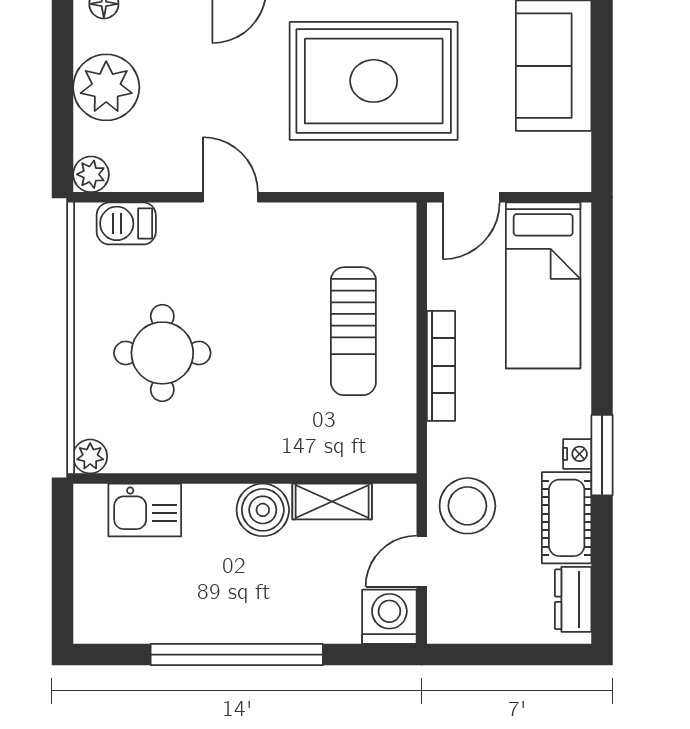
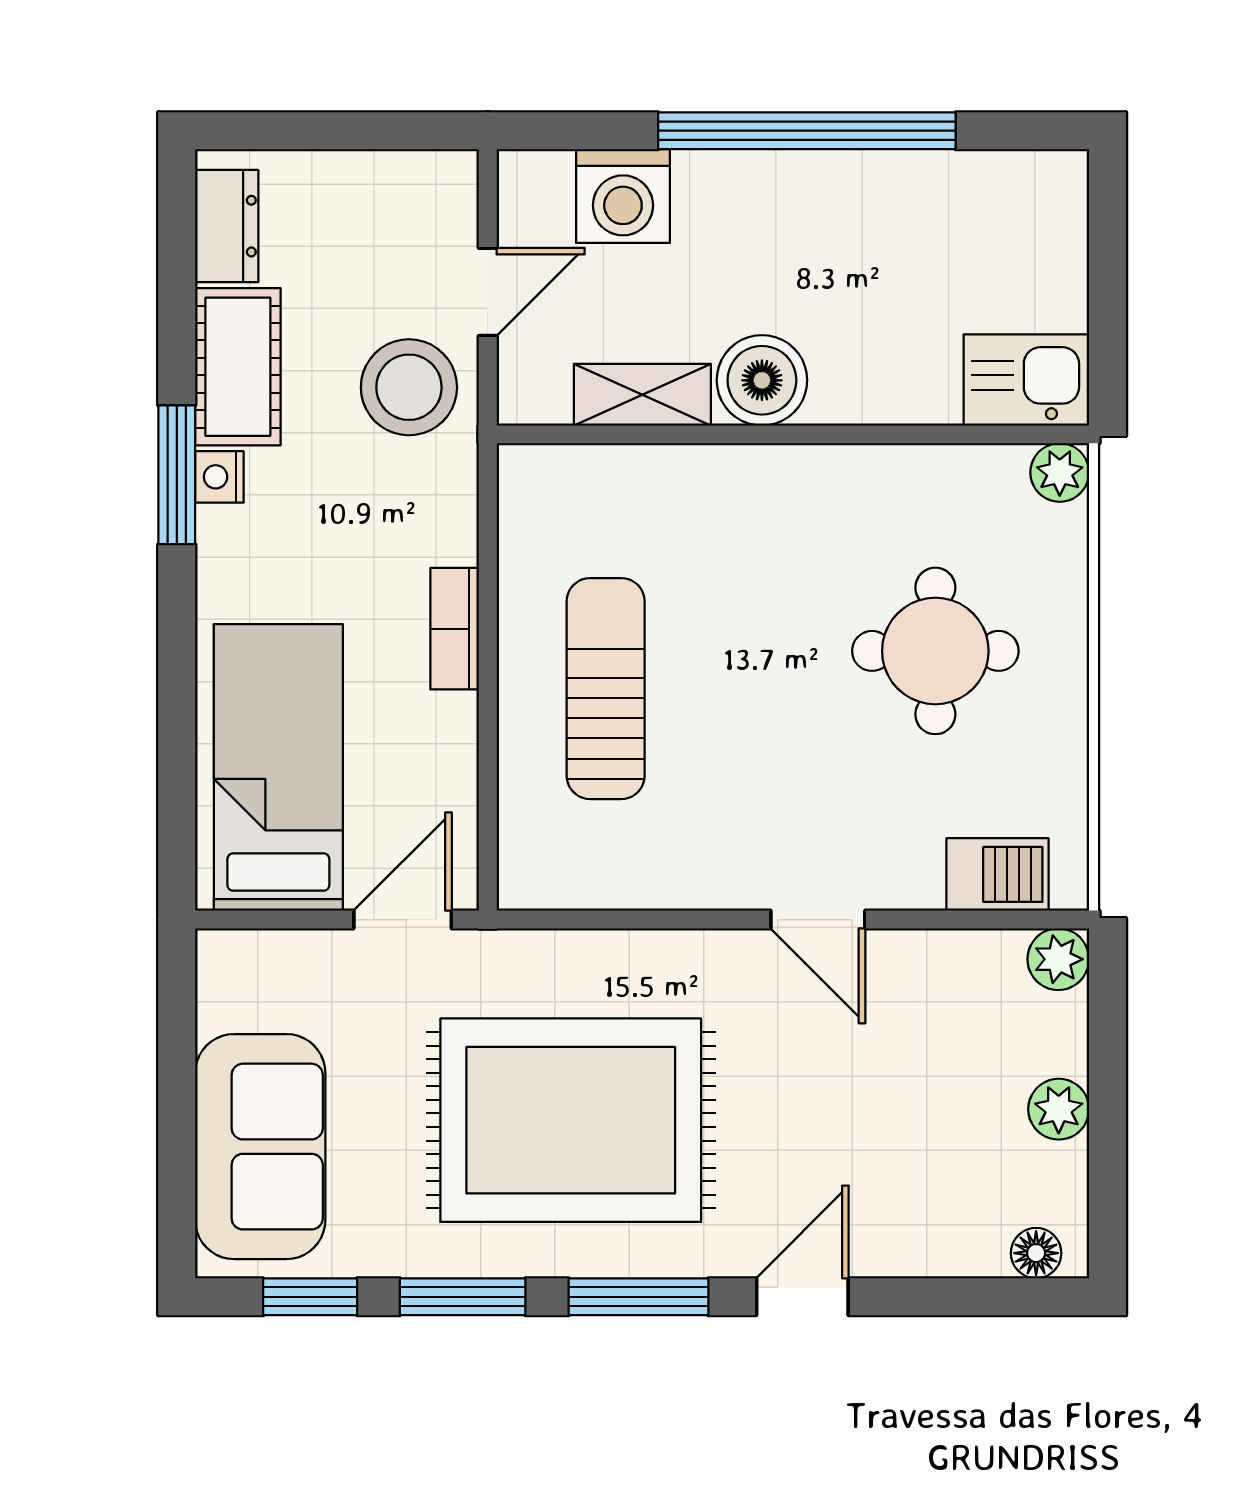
plant: (106, 87) -> (1059, 1109), width x0.53, depth x0.53
bookcase: (441, 366) -> (455, 629), width x0.64
kitchen sink: (145, 510) -> (1026, 380), moved
washing machine: (389, 617) -> (623, 196), moved

